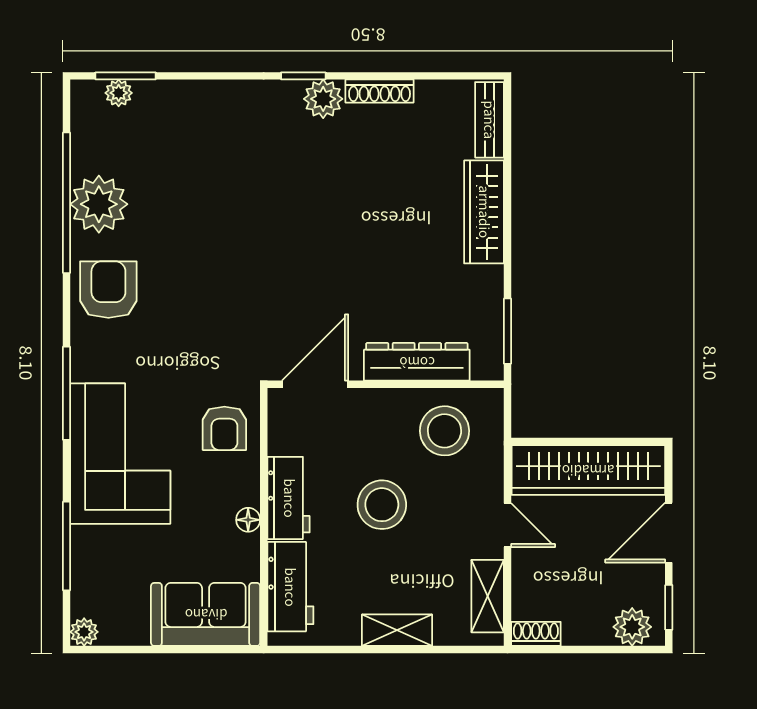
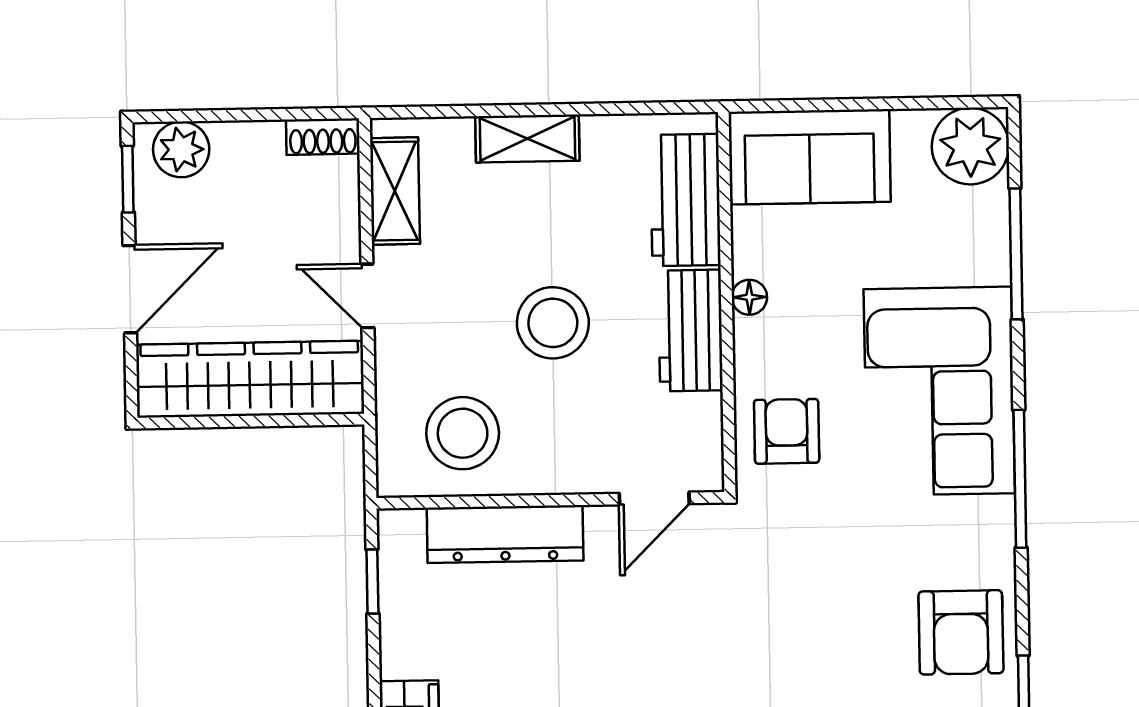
window: (507, 331) -> (372, 582), width x0.67
door: (315, 384) -> (654, 498), width x0.73
plant: (84, 632) -> (970, 146), width x1.88, depth x1.88

